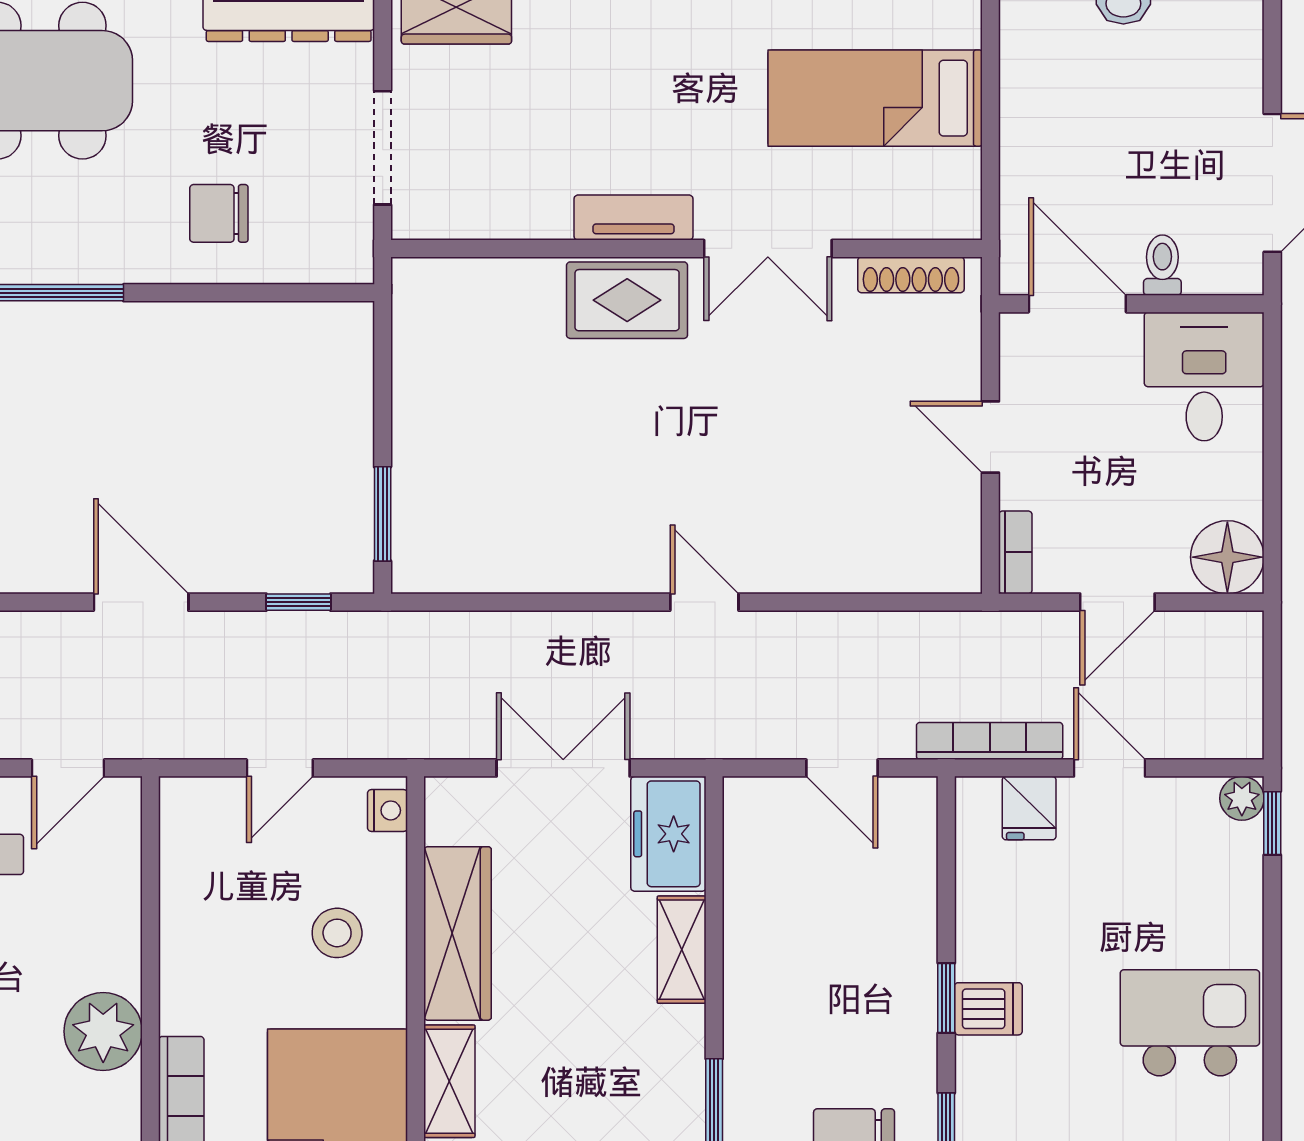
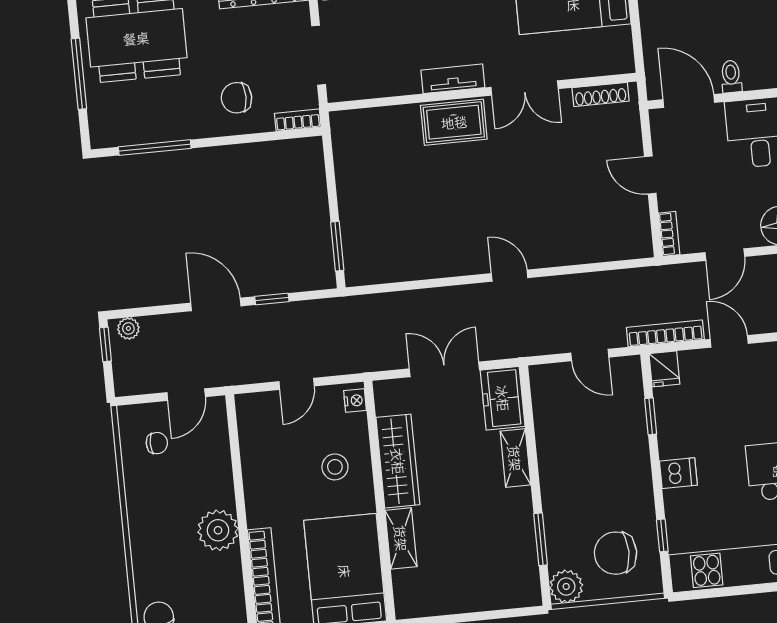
bookcase: (331, 267) -> (298, 120), added
window: (298, 602) -> (272, 299), moved
fridge: (1029, 808) -> (664, 369), moved
window: (946, 998) -> (651, 416), moved

